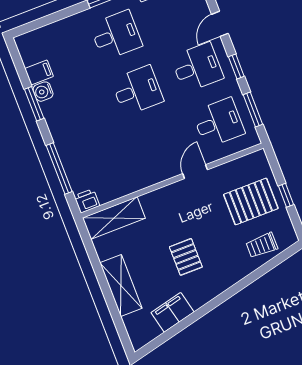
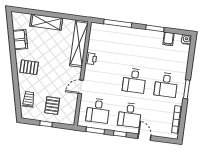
water cooler: (43, 92) -> (186, 40), moved
door: (195, 172) -> (81, 87), swing flipped
printer: (87, 201) -> (91, 59), moved
pallet: (251, 201) -> (52, 106), width x0.67, depth x0.71
shelving: (114, 218) -> (79, 44), width x1.47
pallet: (186, 257) -> (29, 67), moved

